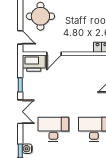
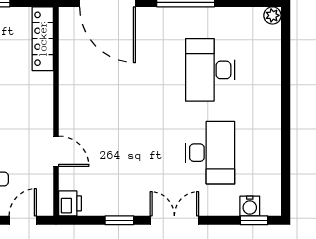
printer: (34, 63) -> (70, 203), width x0.53, depth x0.68
desk: (53, 129) -> (210, 153), turned 180

